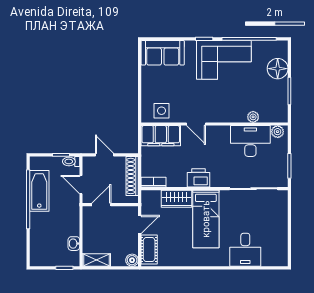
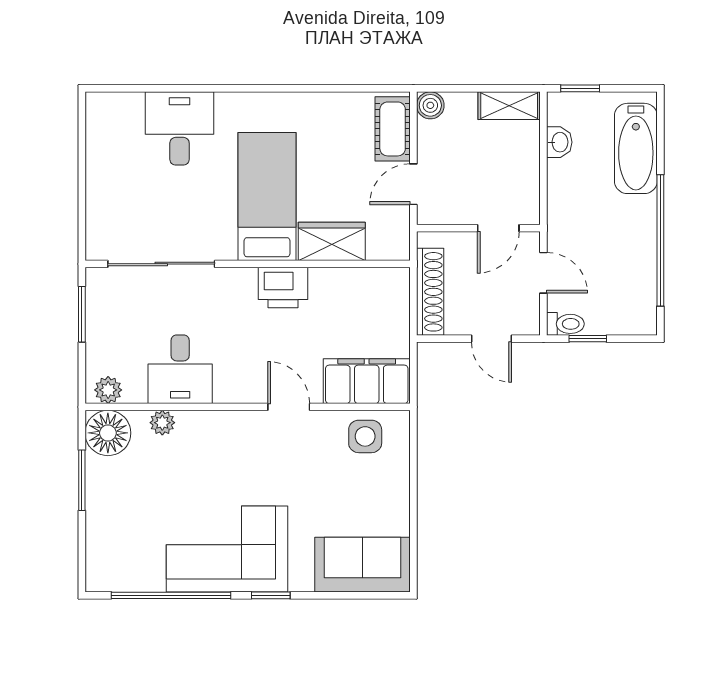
floor lamp: (278, 69) -> (108, 433), moved
desk: (250, 141) -> (180, 369), width x0.73
bookcase: (154, 182) -> (383, 278), removed
bathtub: (39, 191) -> (636, 148), moved

